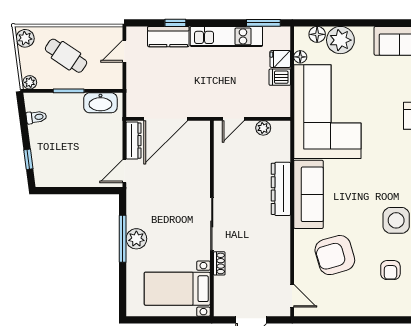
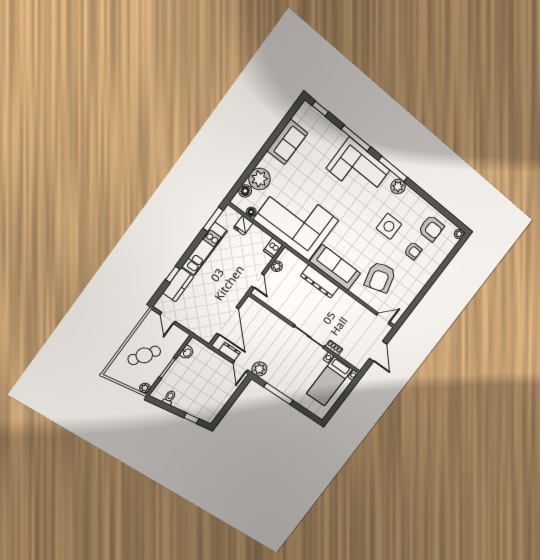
plant: (25, 38) -> (115, 373), removed
dishwasher: (280, 77) -> (273, 248), moved
washbasin: (100, 103) -> (187, 353), width x0.52, depth x0.69
dresser: (133, 141) -> (230, 352), width x0.70
plant: (136, 239) -> (259, 369), moved

